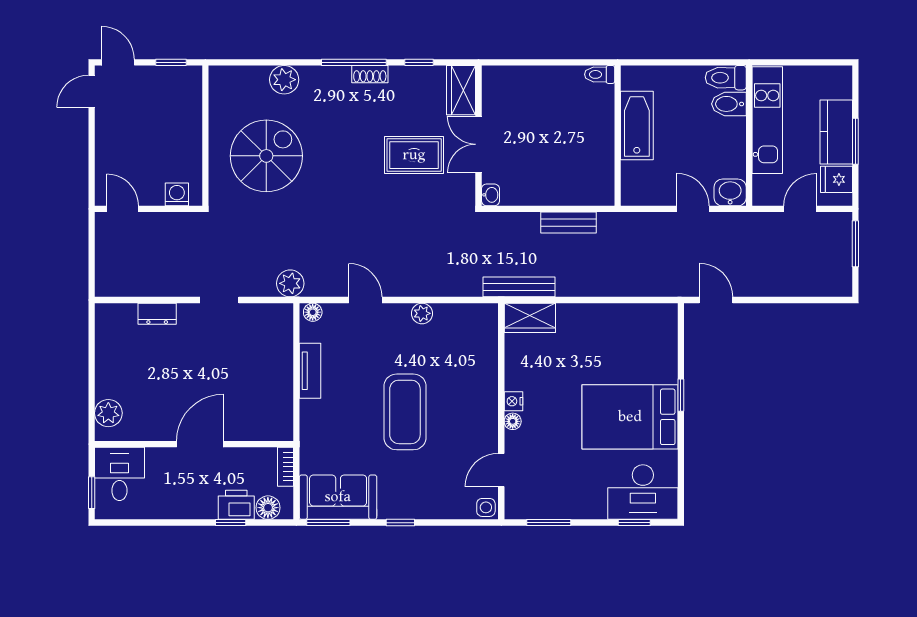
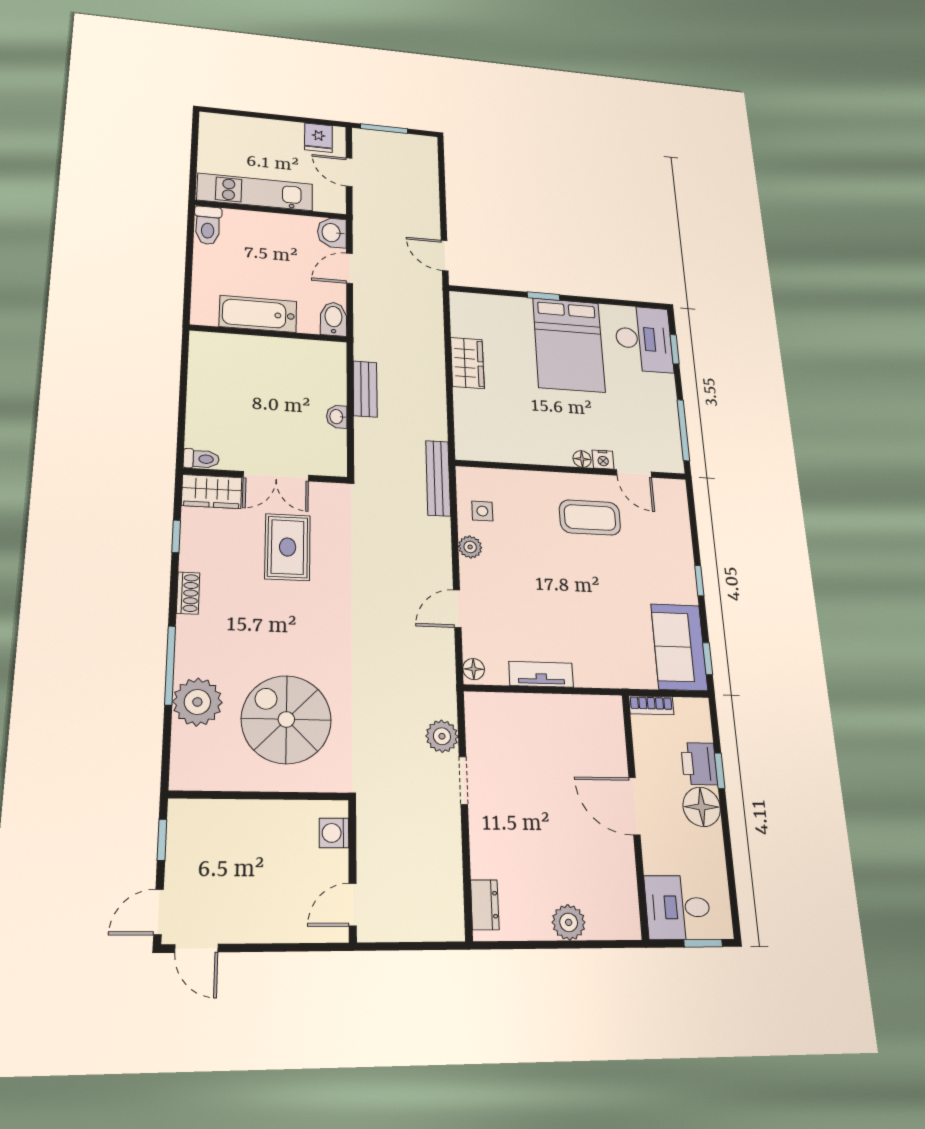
window: (354, 62) -> (170, 665), moved
toilet: (600, 74) -> (201, 459), moved, turned -90
plant: (284, 80) -> (197, 702), width x1.36, depth x1.36
bidet: (729, 104) -> (334, 319), moved, turned 180
kitchen counter: (836, 132) -> (269, 133), removed
window: (855, 141) -> (279, 117), removed
washbasin: (490, 195) -> (337, 417), moved, turned -90
plant: (290, 283) -> (442, 736), moved
bench: (519, 287) -> (438, 478), moved
door: (716, 300) -> (445, 256), hinge flipped
dresser: (157, 314) -> (485, 905), moved
wardrobe: (530, 318) -> (467, 363), moved
nightstand: (513, 401) -> (603, 460), moved
coffee table: (405, 412) -> (590, 518), moved, width x0.73, depth x0.76
plant: (108, 413) -> (569, 922), moved
side table: (486, 507) -> (482, 511), moved
floor lamp: (268, 508) -> (702, 807), moved, width x1.38, depth x1.38
window: (328, 523) -> (708, 659), width x0.67
window: (549, 523) -> (683, 430), width x1.44

